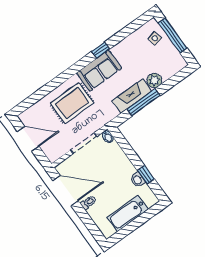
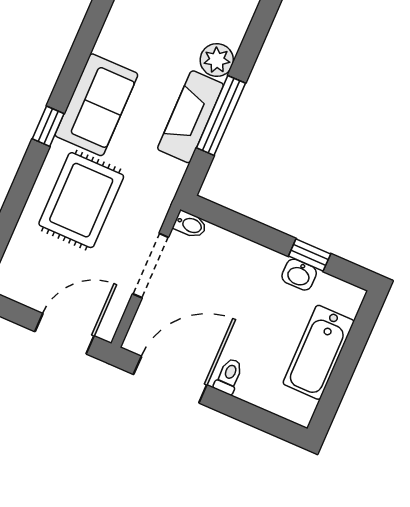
window: (101, 50) -> (48, 126), moved
door: (28, 139) -> (65, 334), moved

